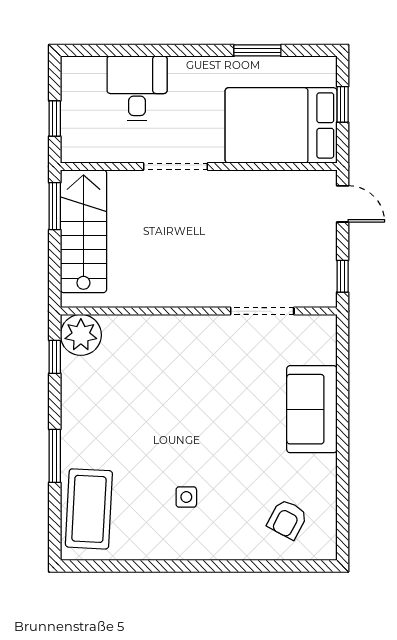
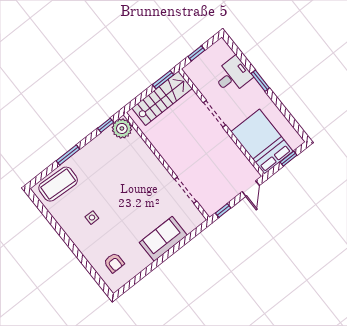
window: (257, 50) -> (260, 81), moved
armchair: (287, 519) -> (114, 263), turned -118

